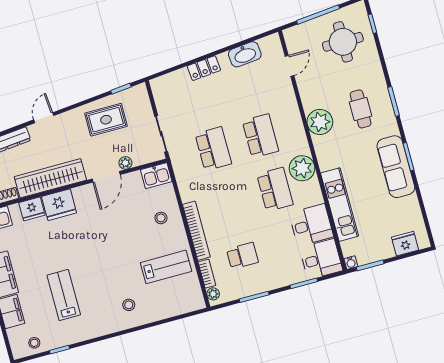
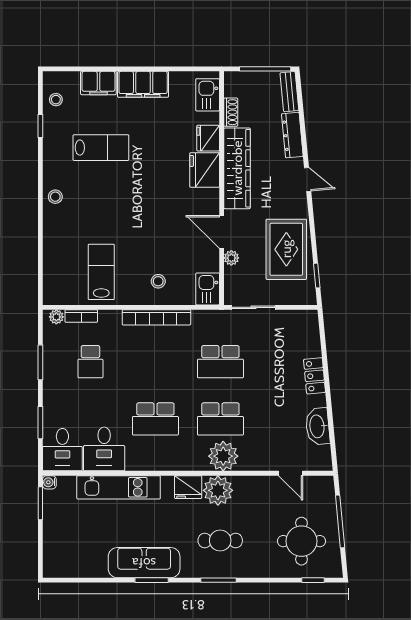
rug: (106, 120) -> (286, 249), width x1.36, depth x1.43
plant: (302, 168) -> (223, 456), moved
bookcase: (196, 231) -> (156, 317), moved
fridge: (405, 244) -> (188, 487), moved, turned 90
lab bench: (166, 267) -> (101, 272), turned 180
stool: (129, 305) -> (55, 197), moved

